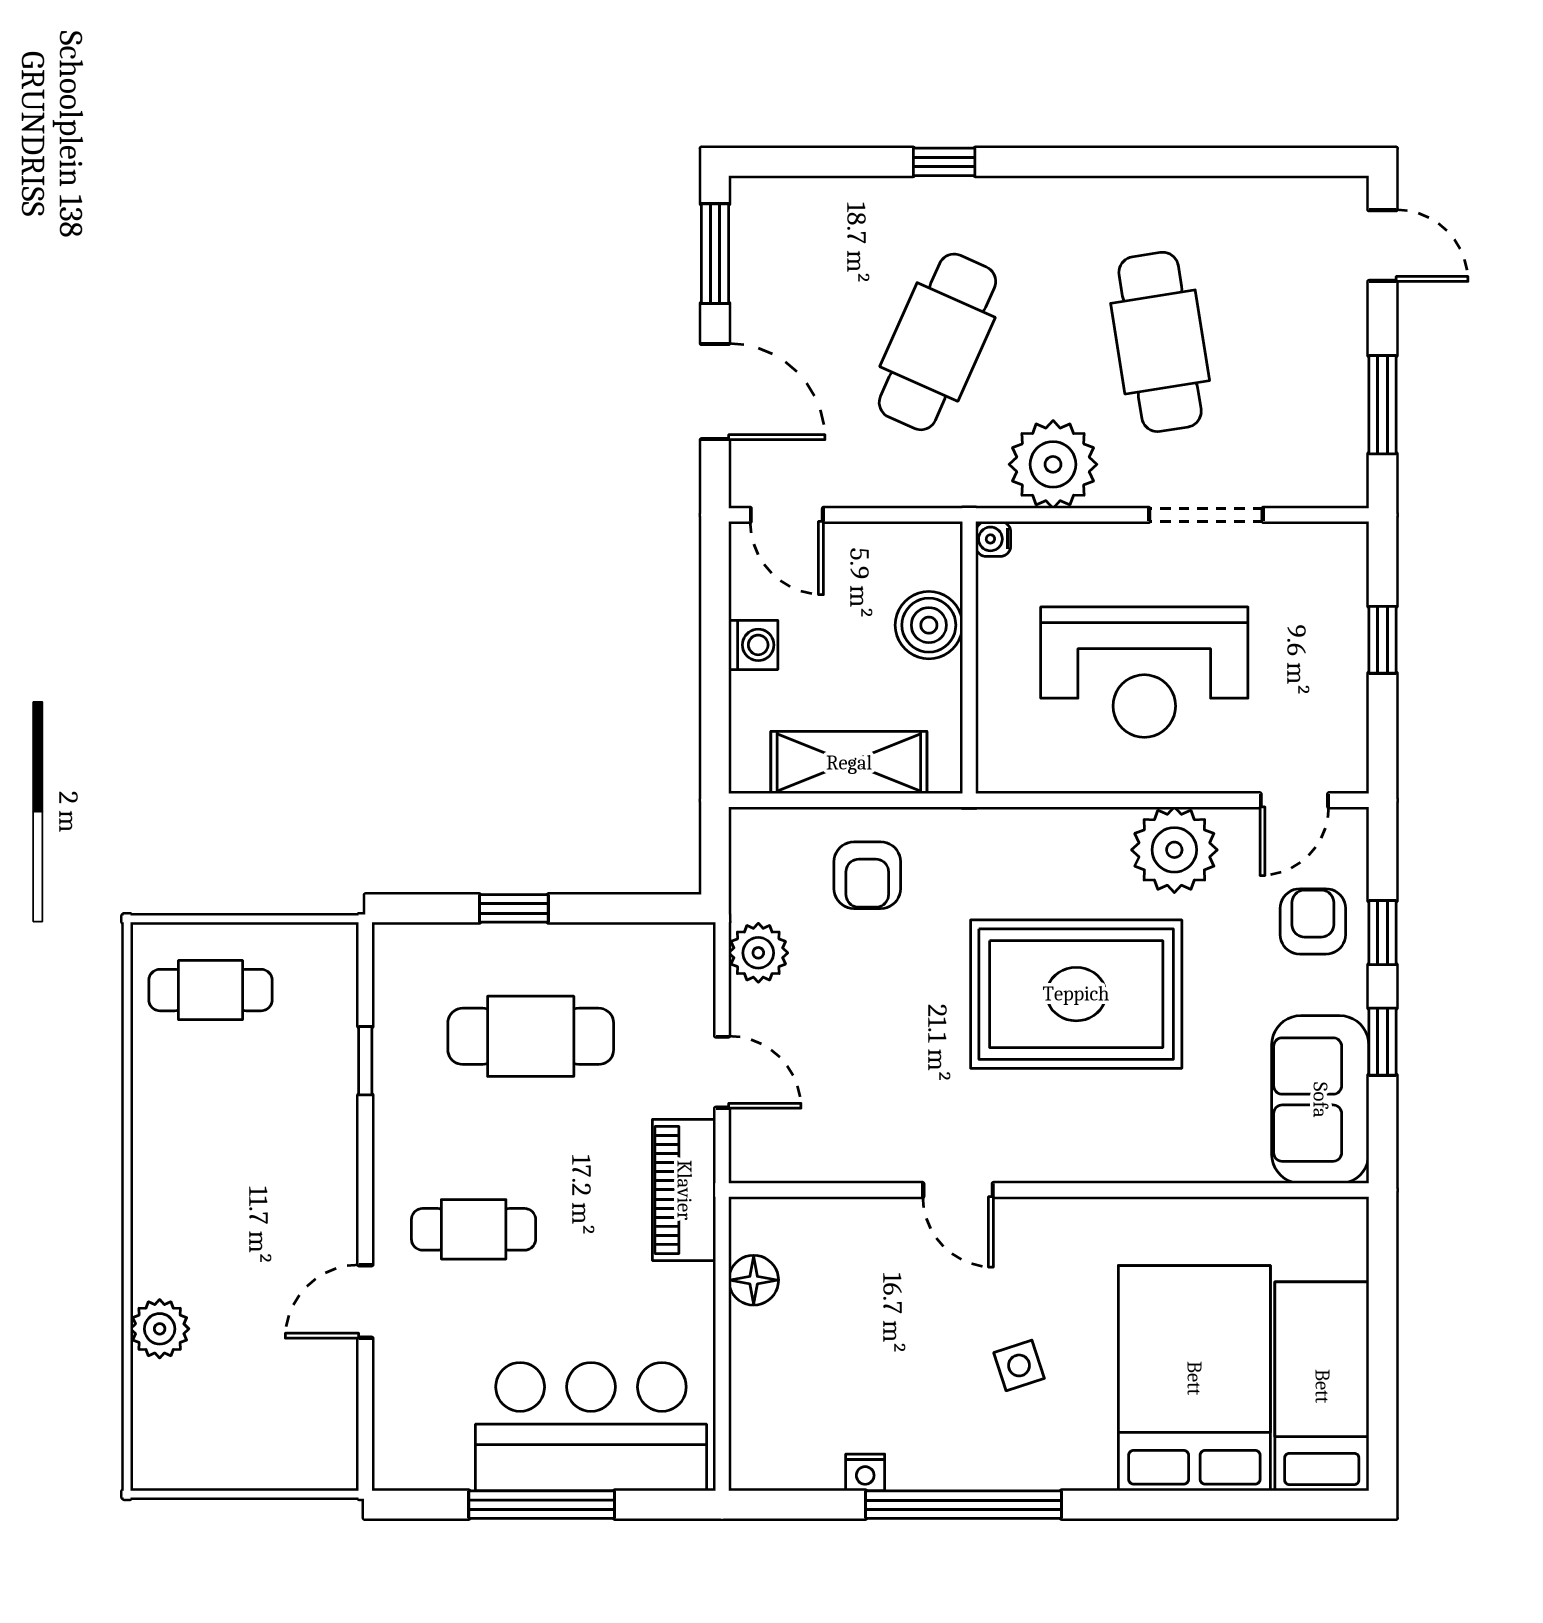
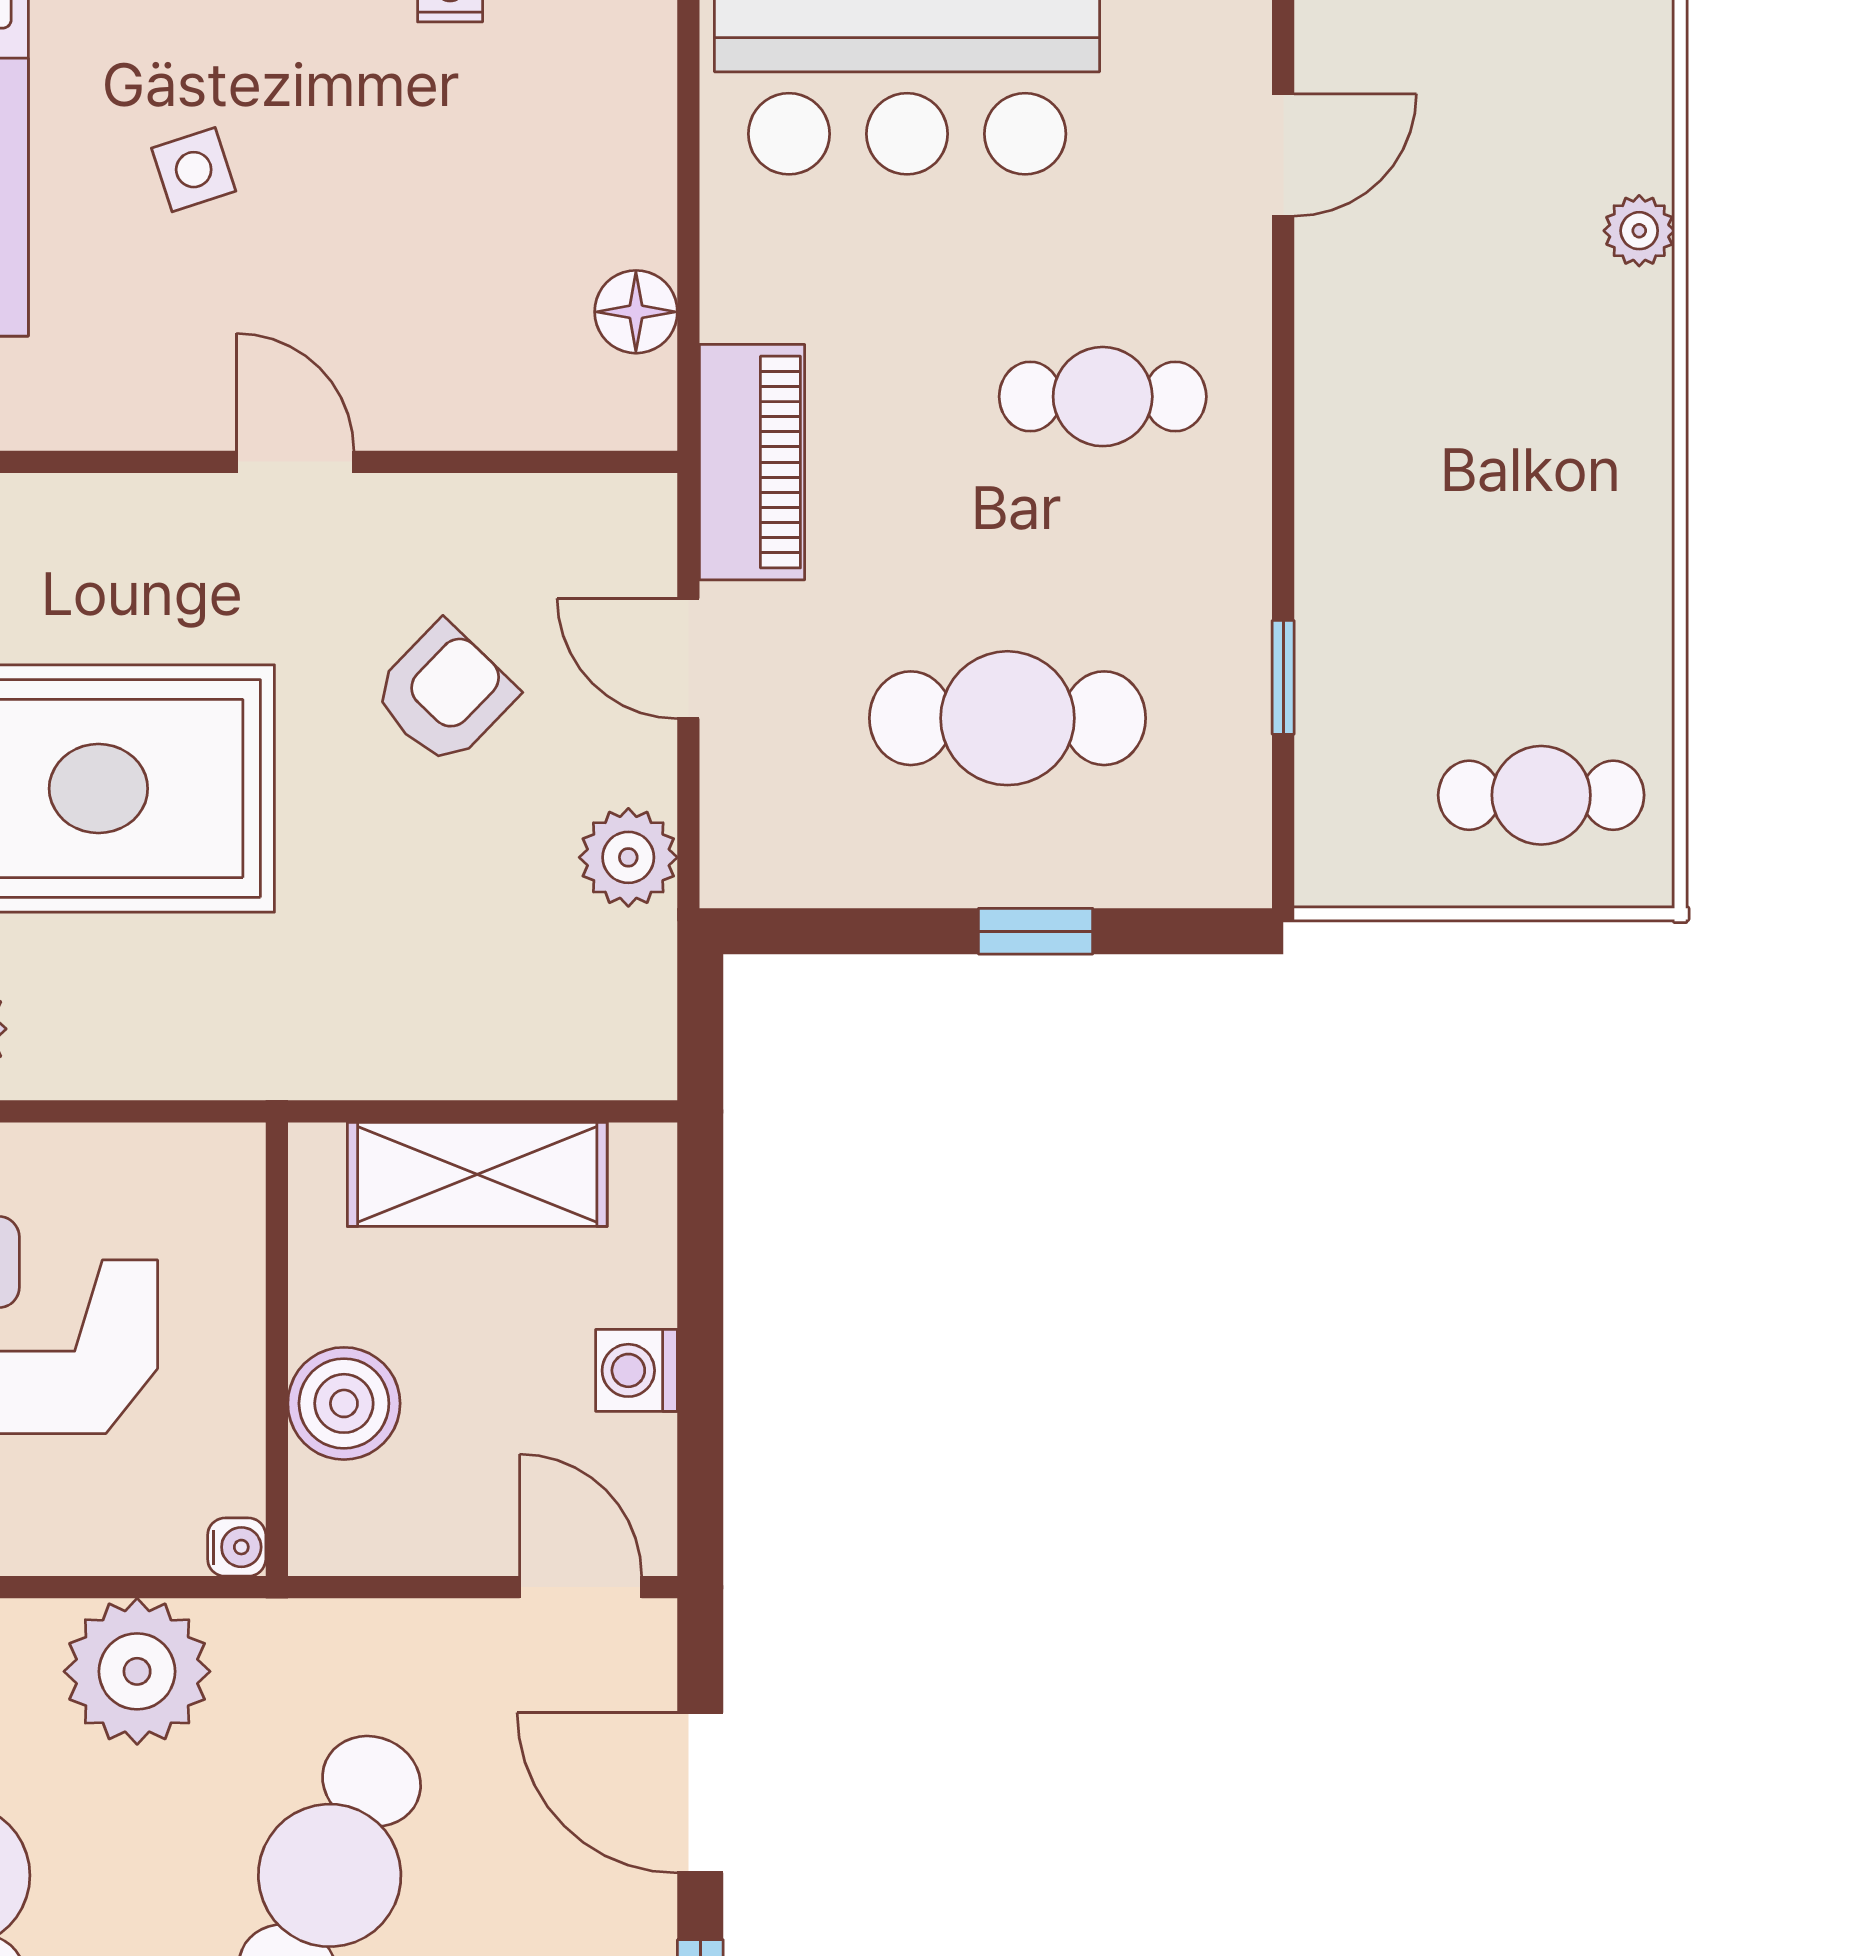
armchair: (867, 875) -> (444, 694), moved, turned 44
door: (365, 1301) -> (1283, 155), moved
plant: (160, 1329) -> (1639, 231), width x0.73, depth x0.73

